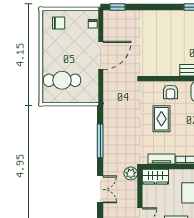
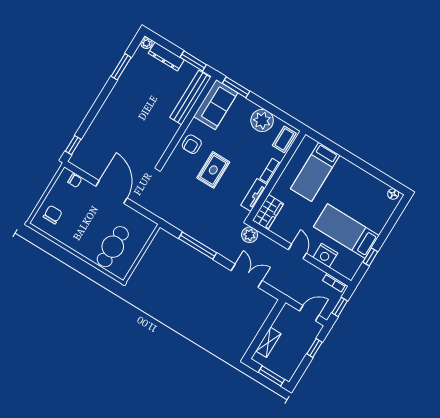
armchair: (170, 92) -> (192, 144), turned 90
rug: (161, 119) -> (213, 170), turned 90

